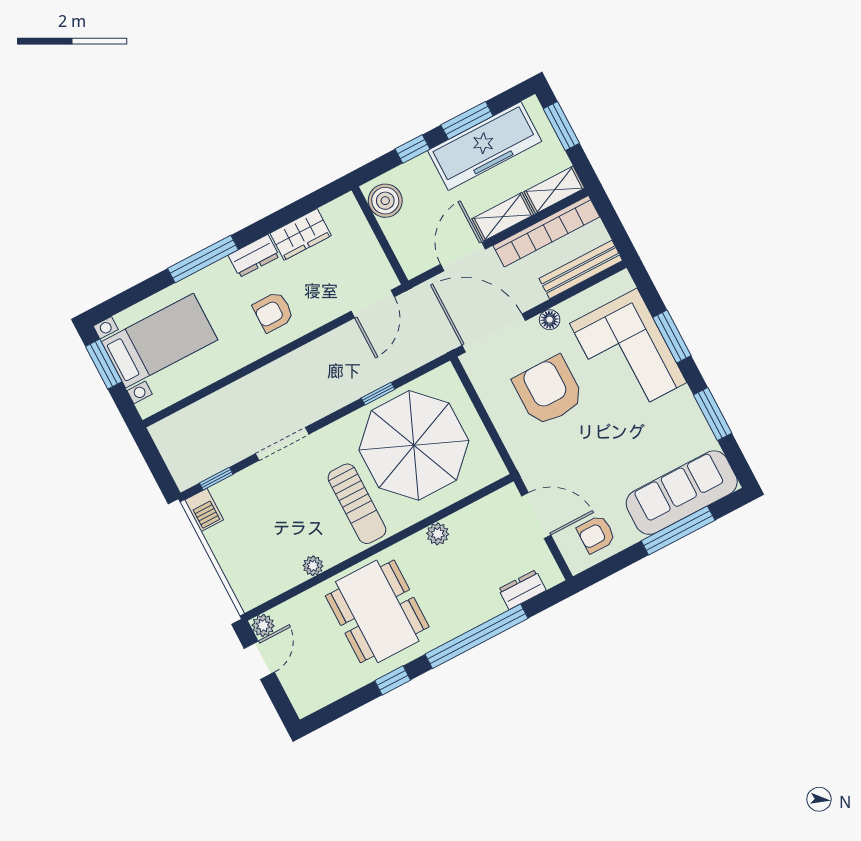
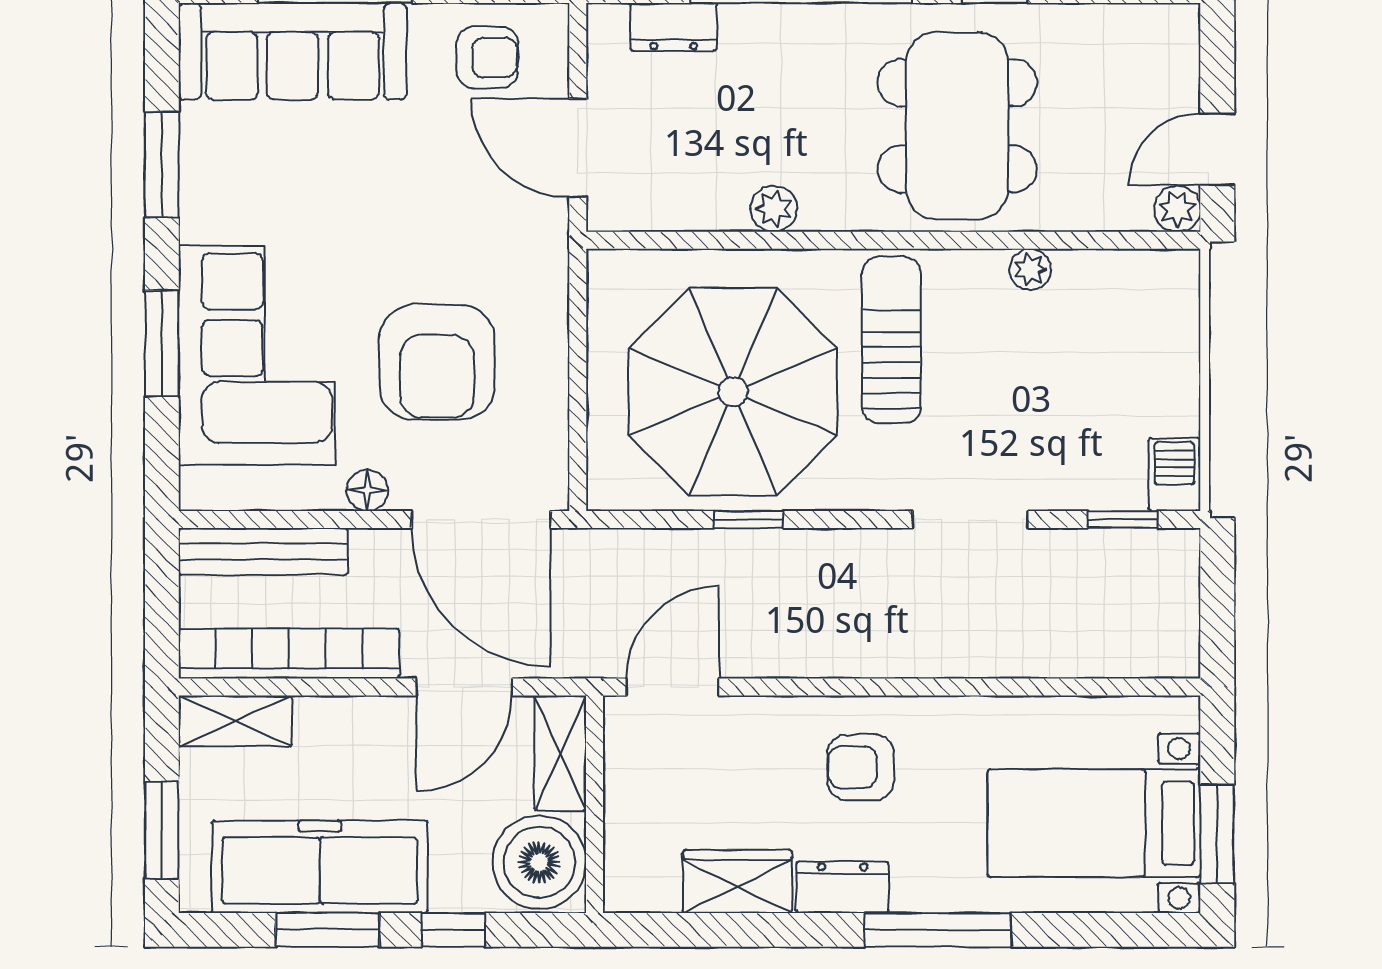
boiler: (385, 201) -> (539, 862), width x1.37, depth x1.37
shelving: (503, 217) -> (560, 753), moved, turned 90
armchair: (273, 312) -> (861, 767), turned 180

